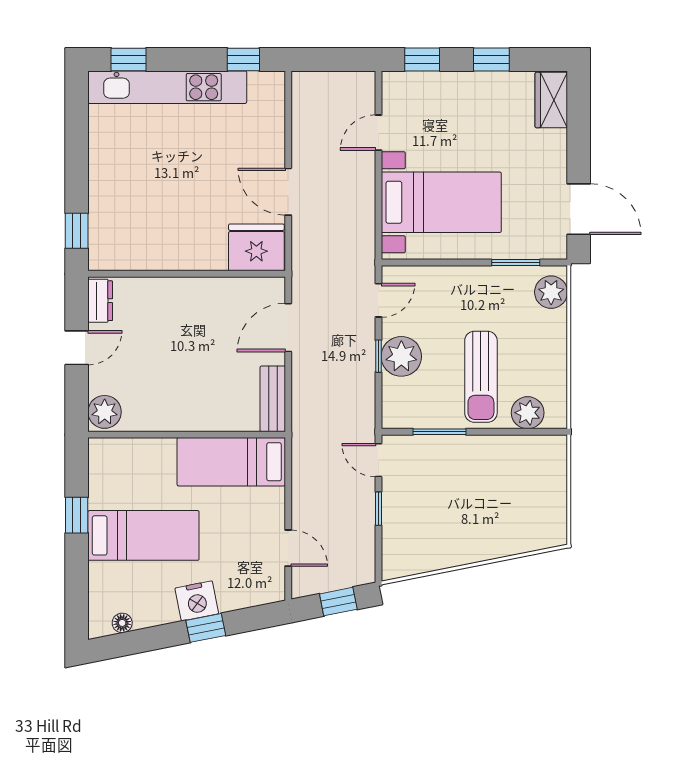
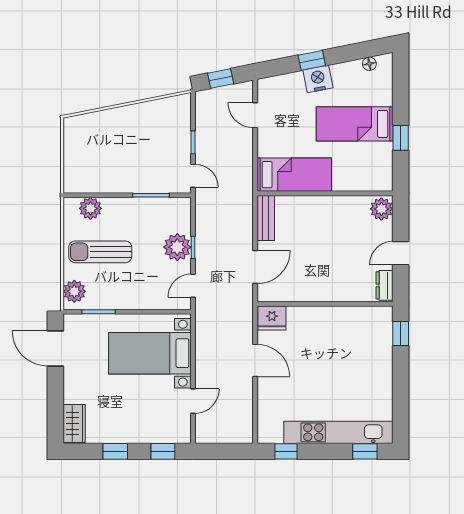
fridge: (256, 247) -> (272, 318), width x0.73, depth x0.75
sun lounger: (481, 377) -> (100, 252), moved, turned -90

